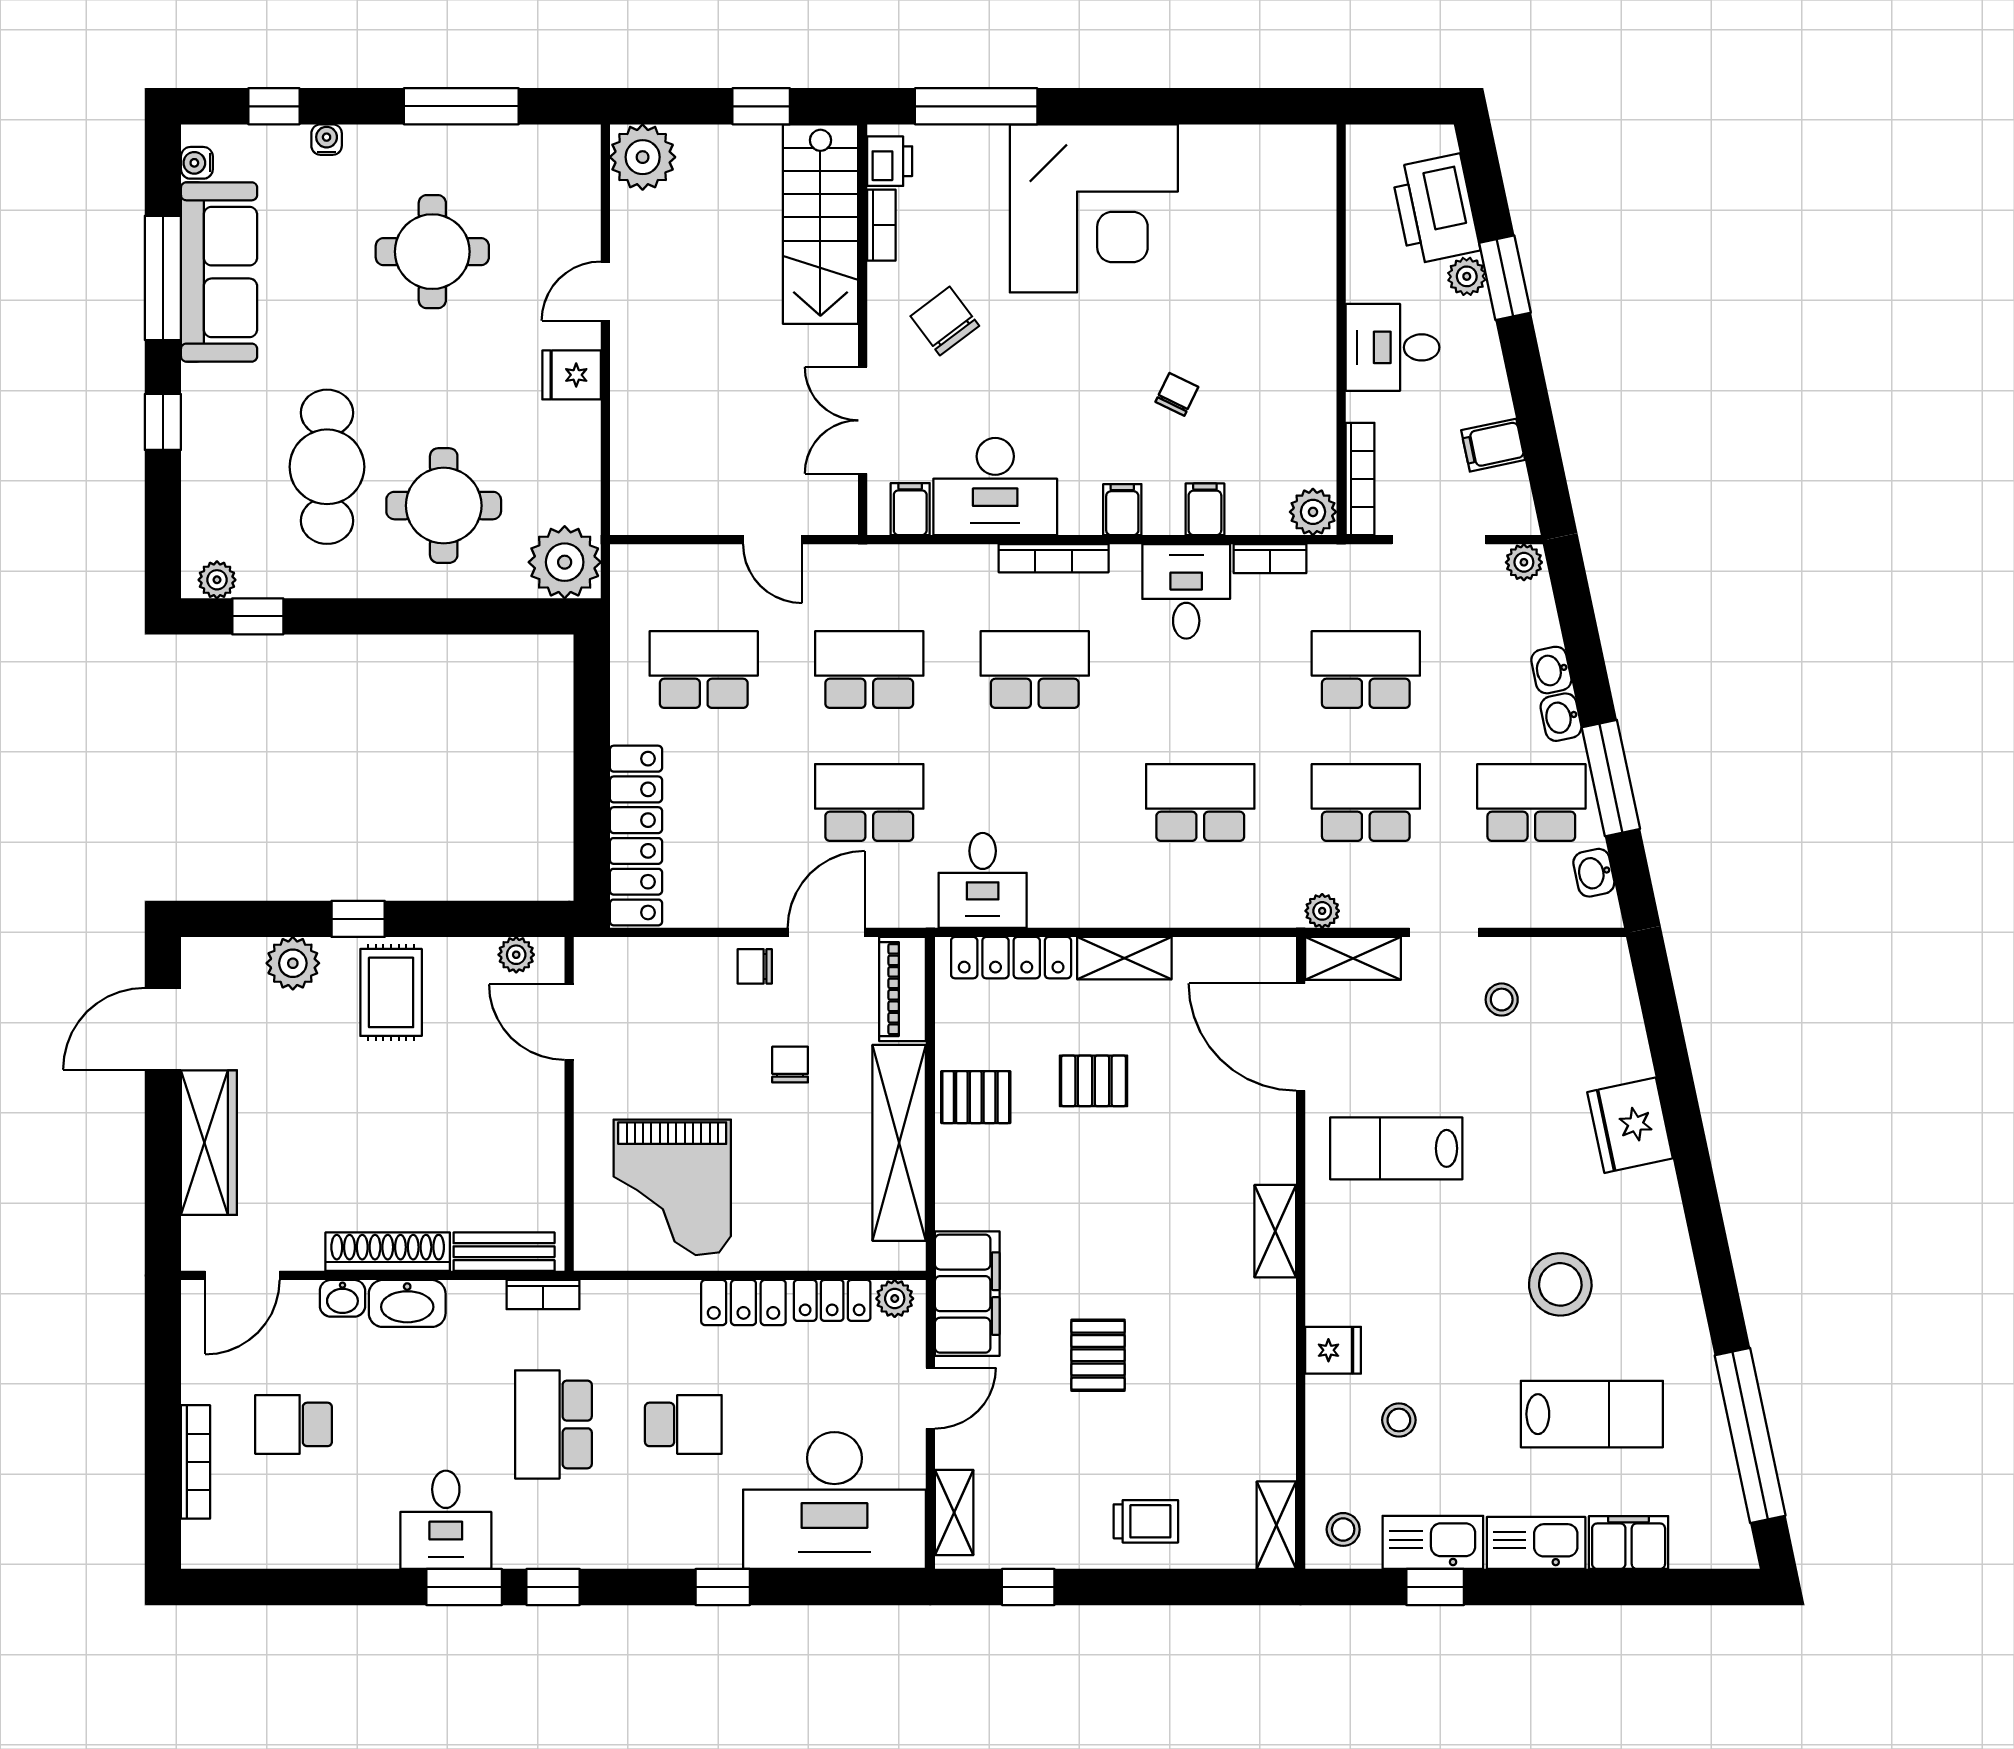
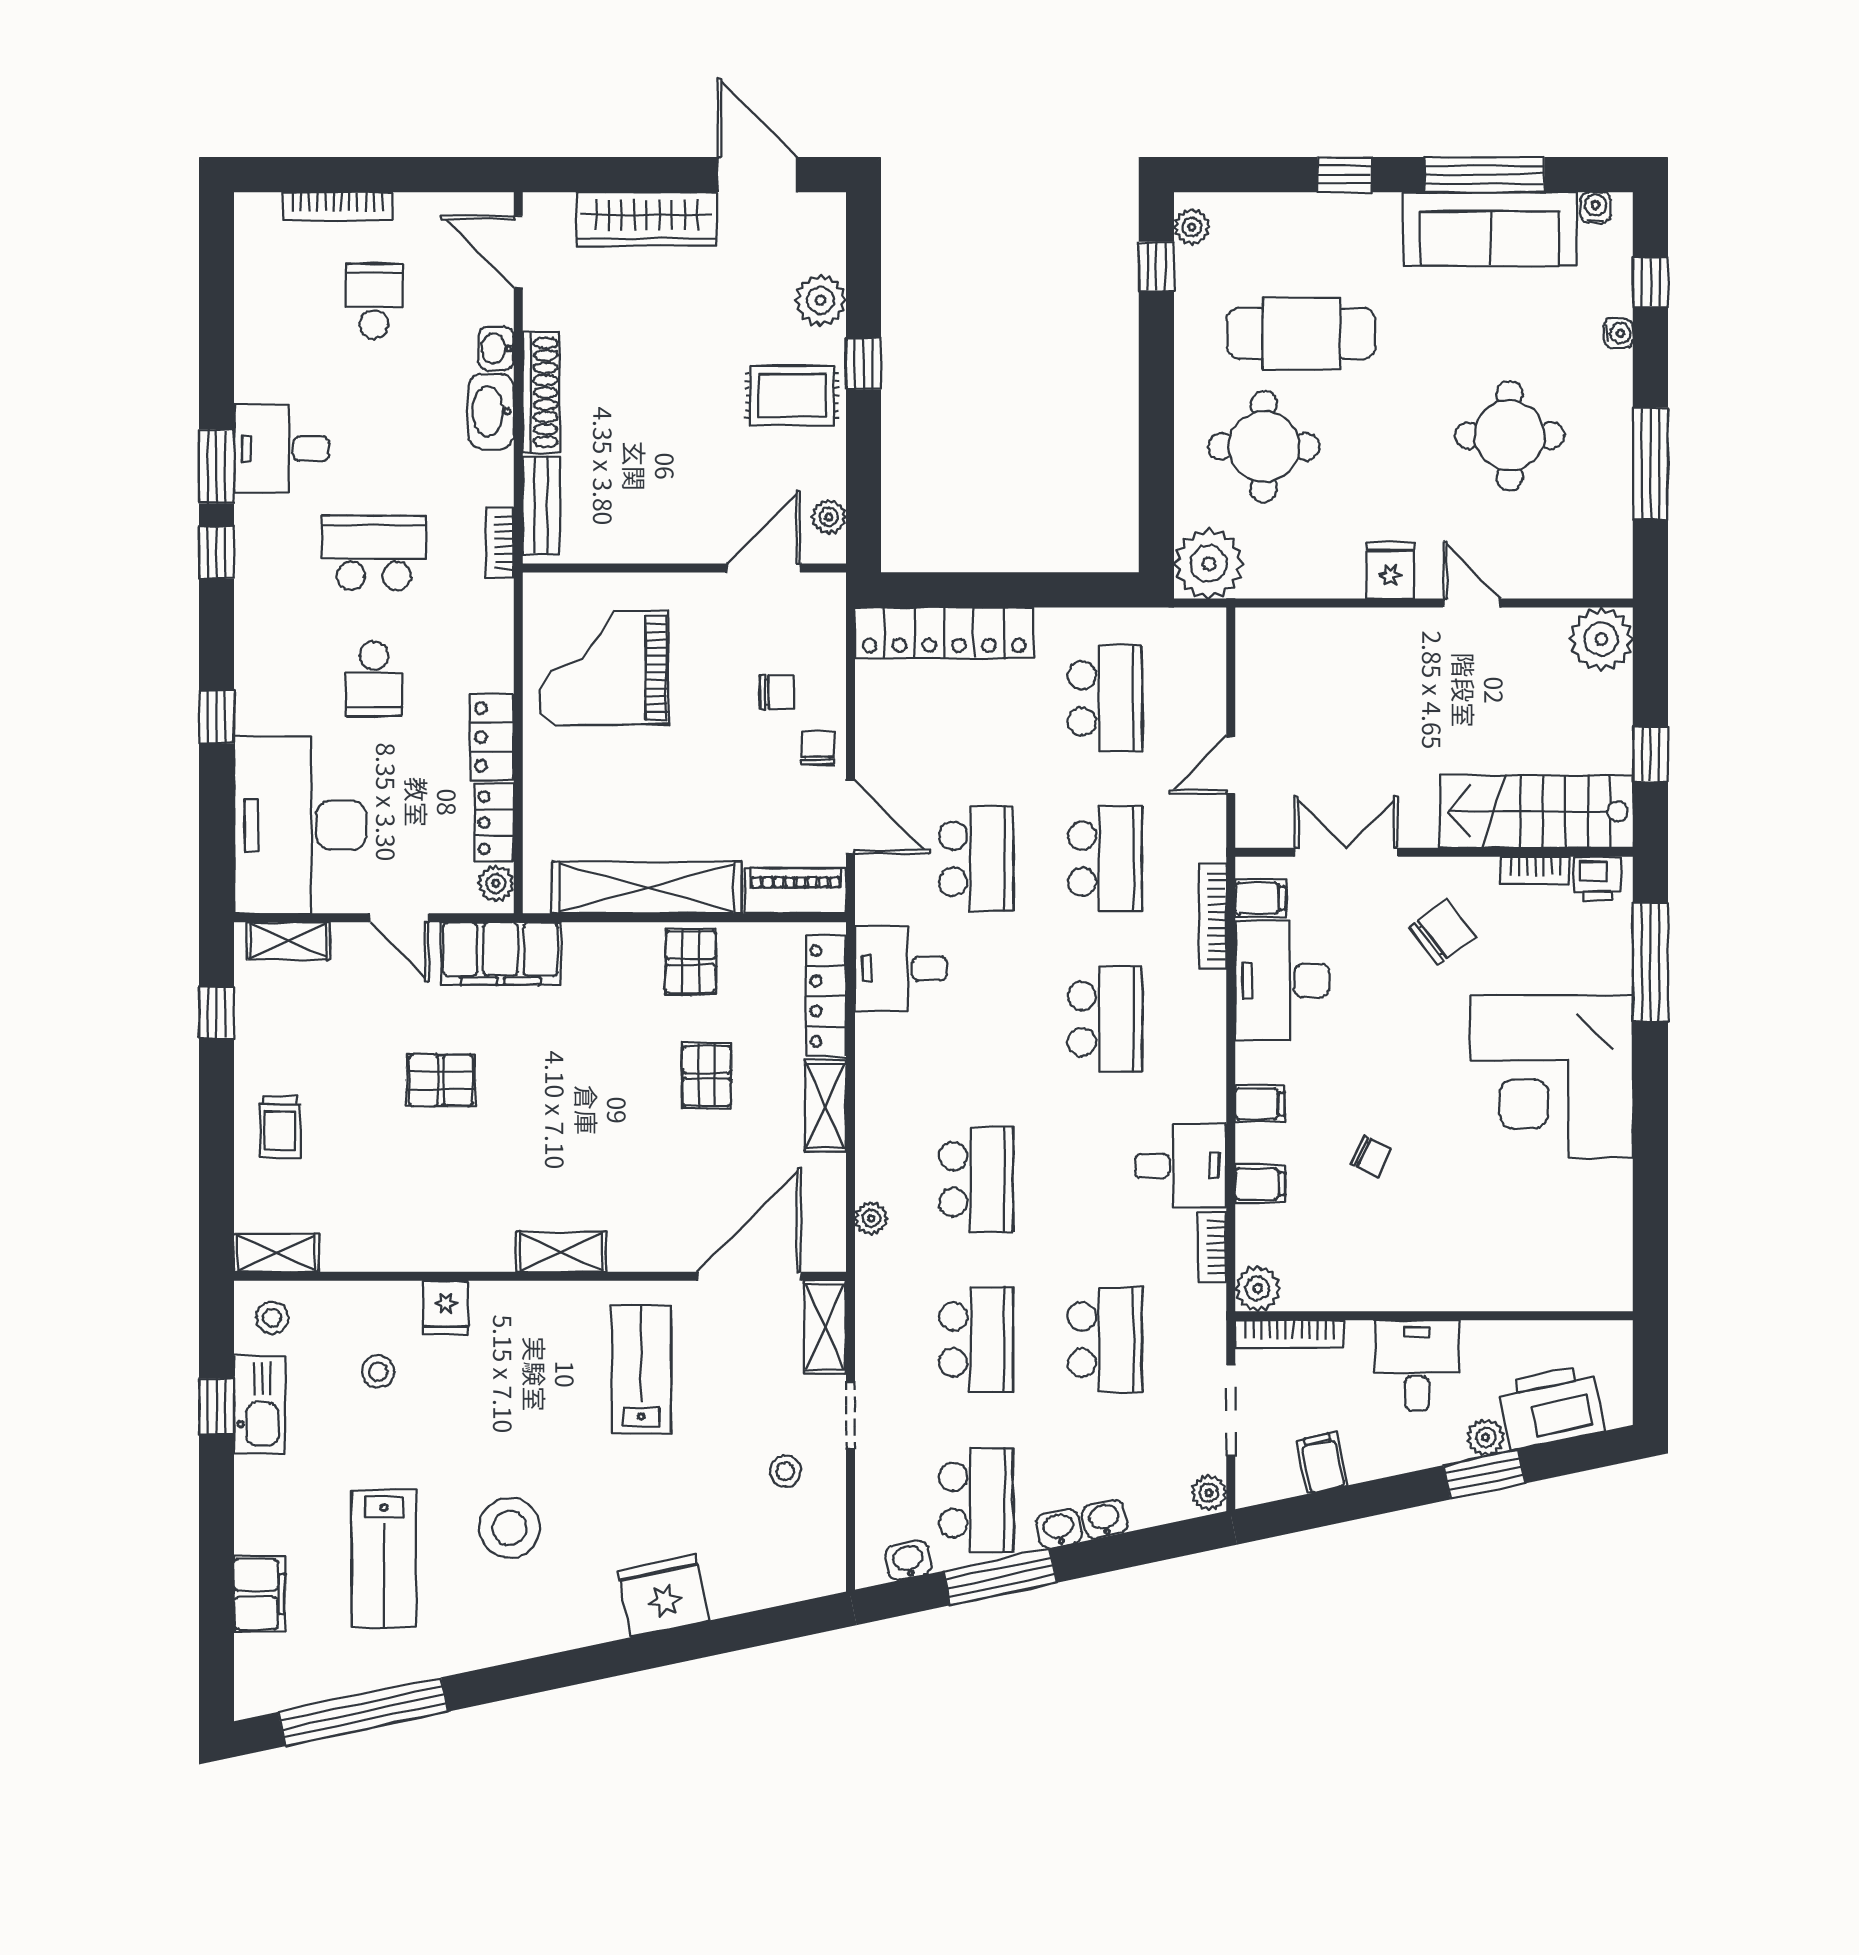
bookcase: (1054, 558) -> (1213, 916), moved
plant: (1322, 911) -> (871, 1218), moved
chair: (790, 1065) -> (777, 692), moved
kitchen sink: (1536, 1543) -> (259, 1504), removed

